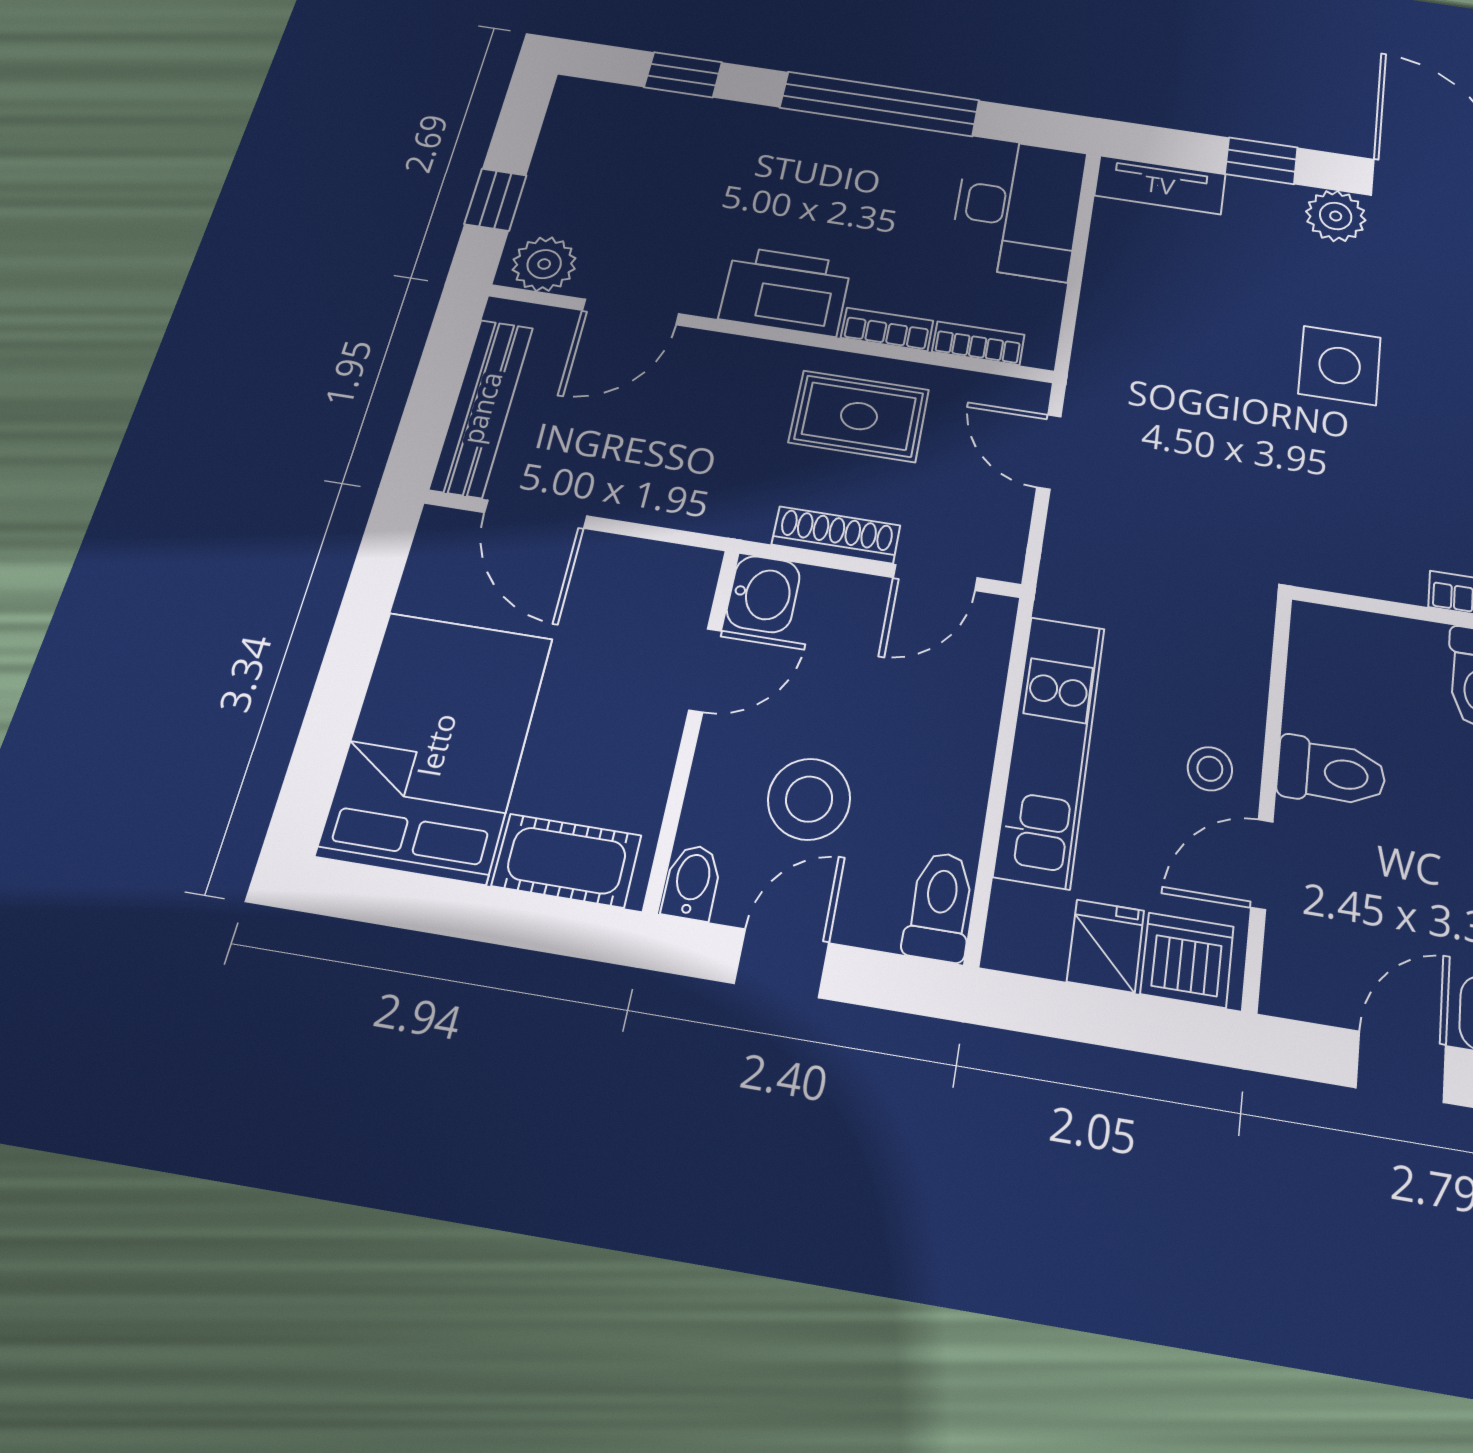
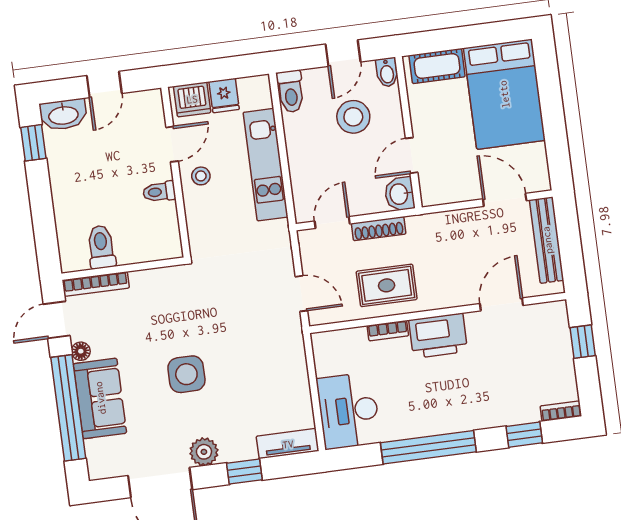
plant: (544, 264) -> (548, 316), removed
bookcase: (978, 343) -> (561, 411), moved, turned 180
toilet: (1331, 772) -> (159, 192), width x0.73, depth x0.72

